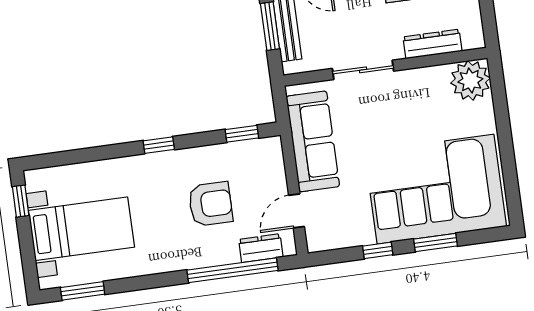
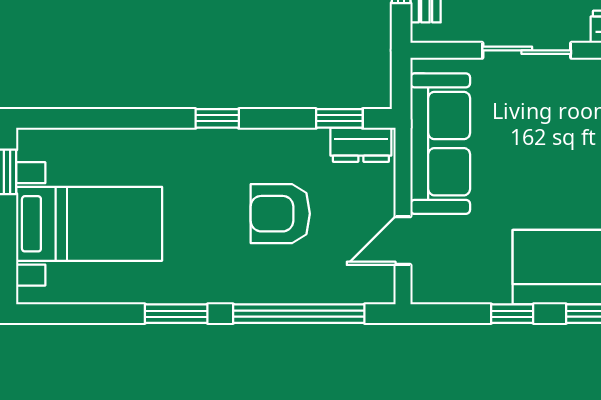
armchair: (211, 204) -> (280, 214), turned 180
dresser: (261, 248) -> (361, 145), moved, turned 180
window: (83, 291) -> (176, 314), moved

